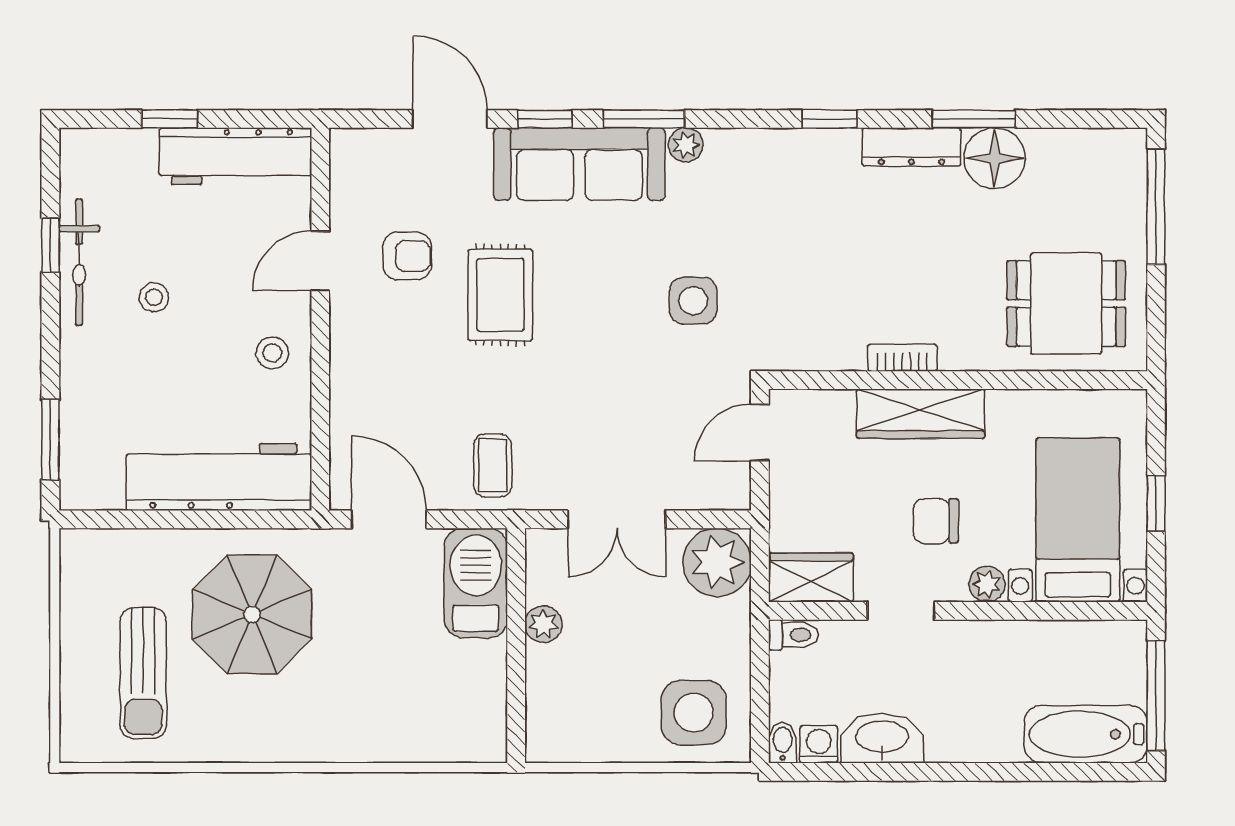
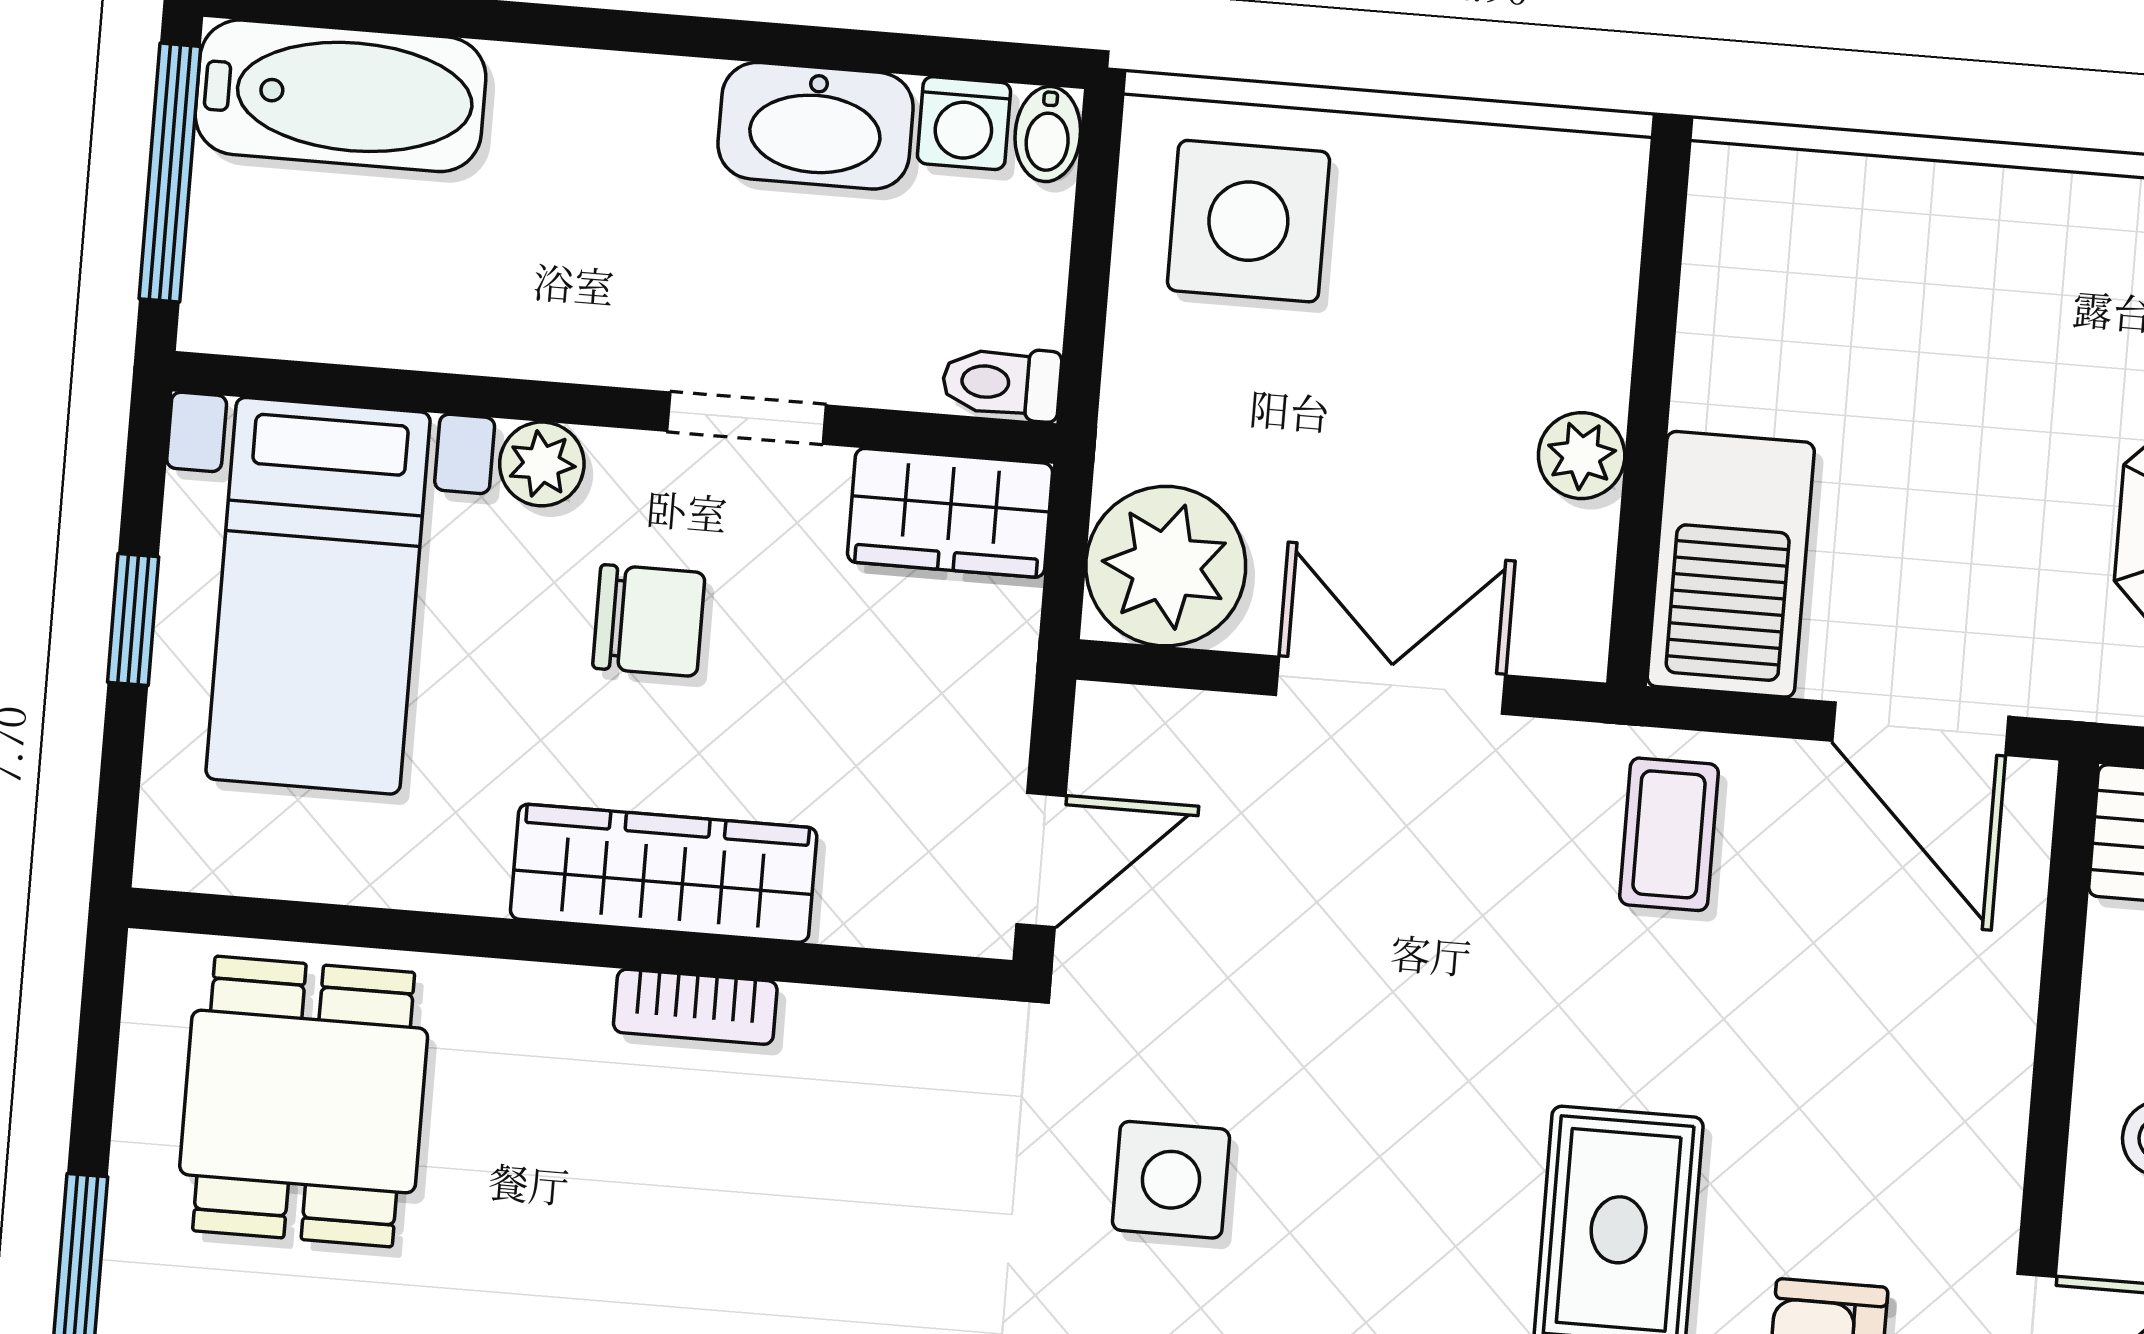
dining table: (1066, 304) -> (304, 1102), turned 90

